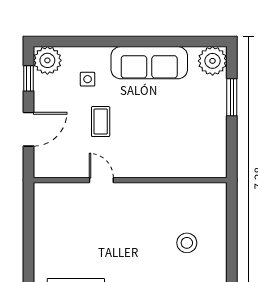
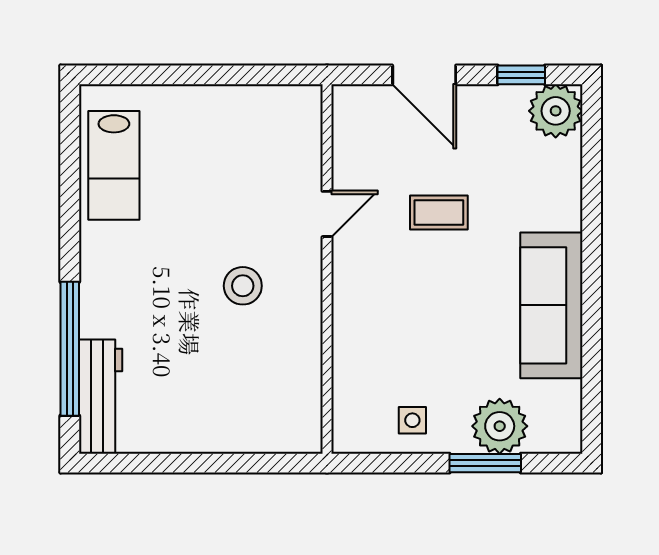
plant: (213, 61) -> (500, 426), moved
side table: (88, 79) -> (412, 420), moved
stool: (187, 243) -> (243, 286), moved

